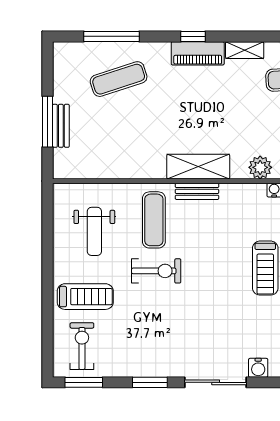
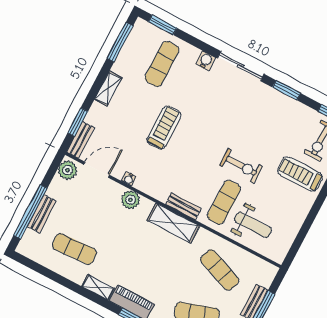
exercise mat: (119, 141) -> (220, 270), added
weight bench: (94, 231) -> (253, 225), moved, turned 90
exercise bike: (156, 271) -> (241, 166), turned 180

